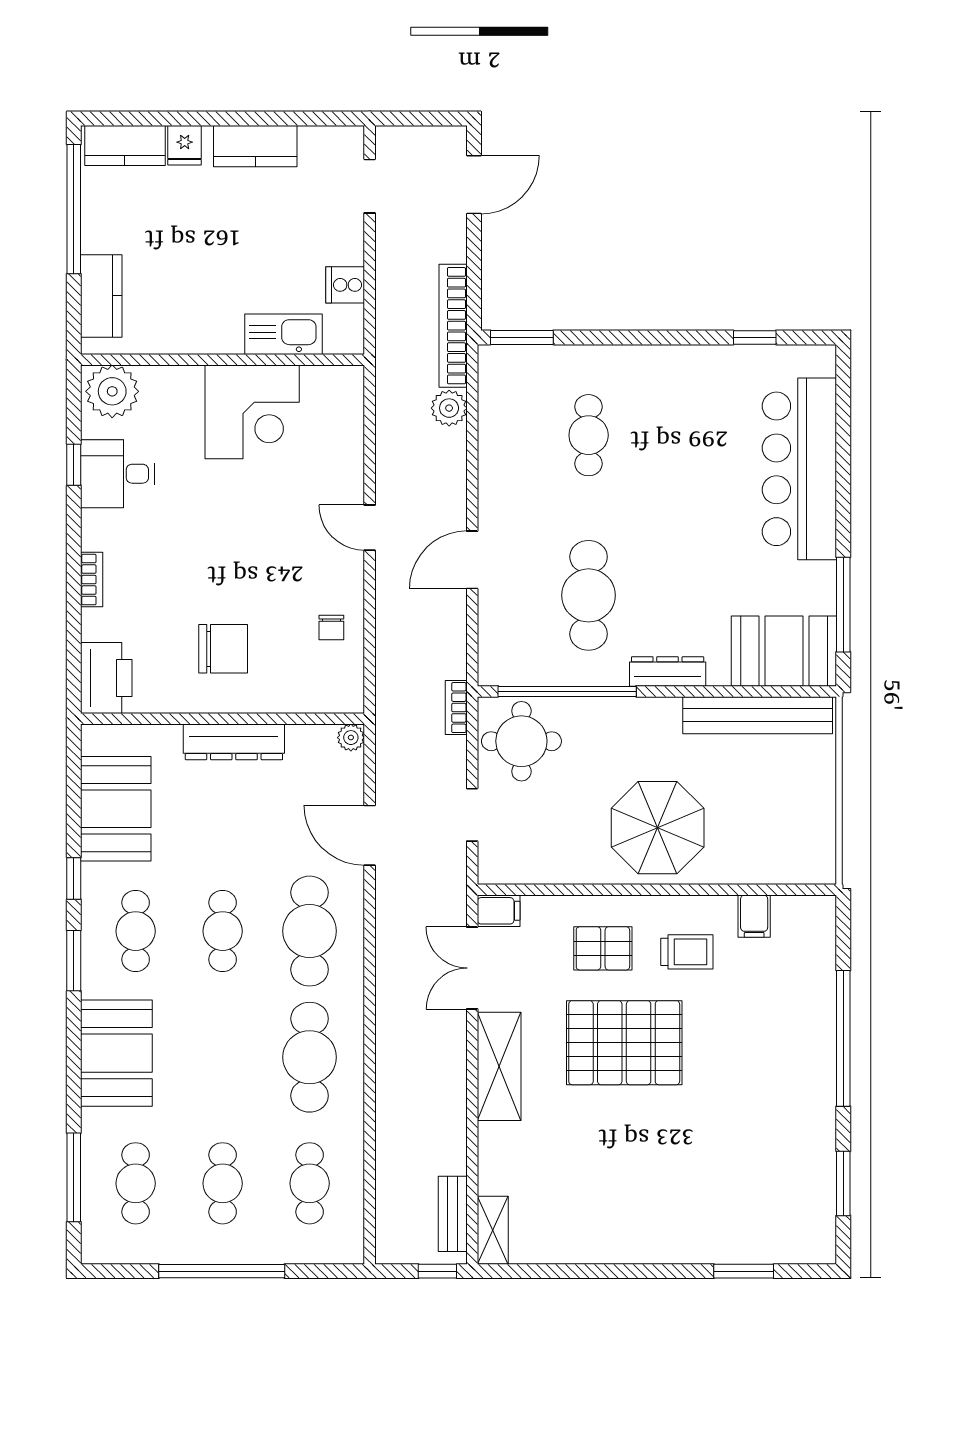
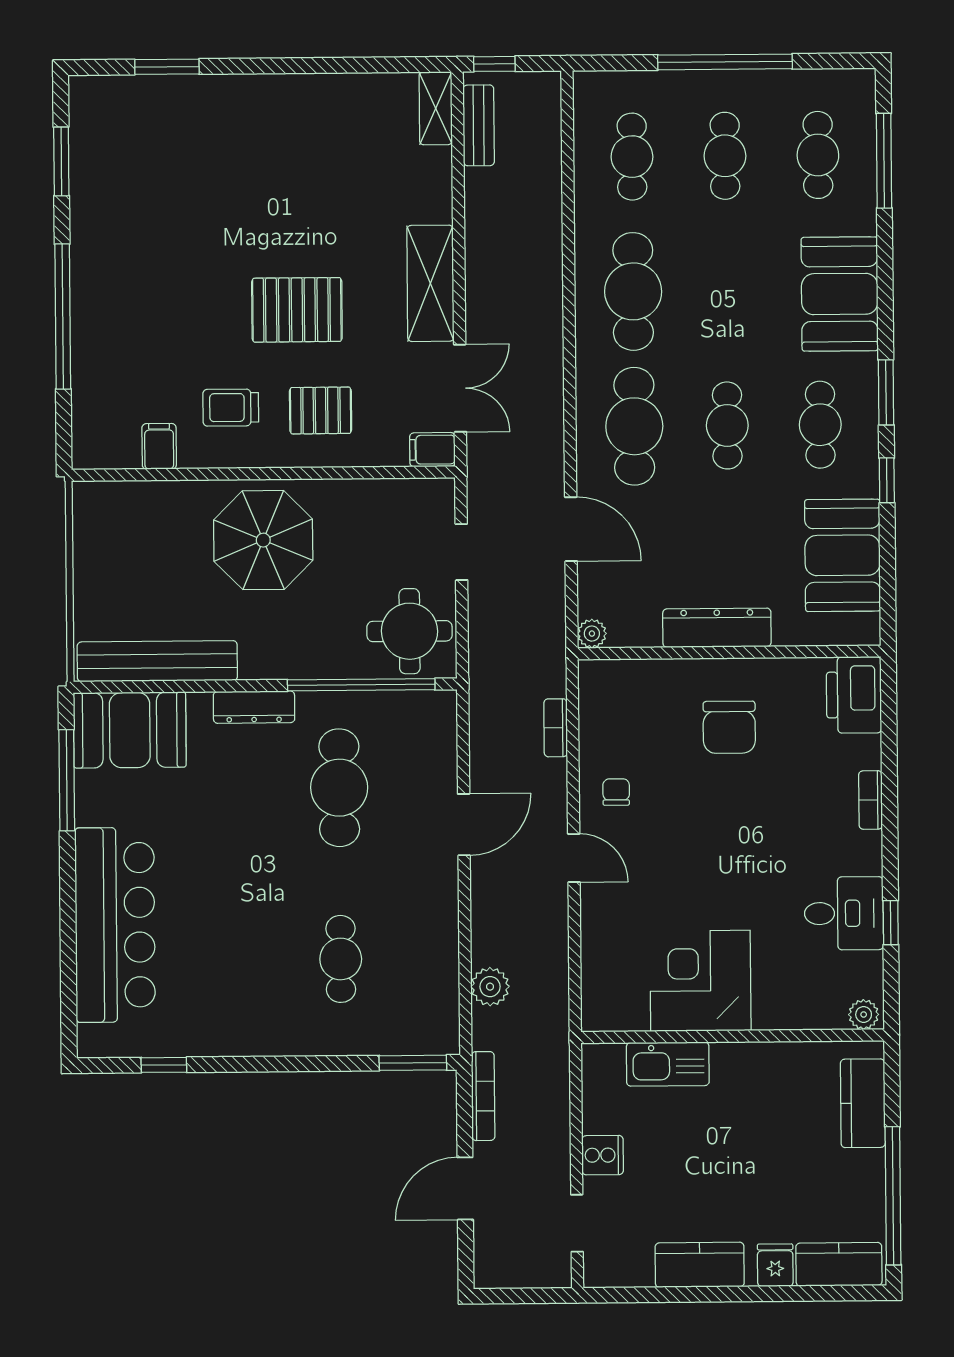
door: (474, 185) -> (465, 1188), moved
cooker: (345, 285) -> (603, 1155), moved
bookcase: (453, 326) -> (483, 1096), width x0.68, depth x0.76
plant: (112, 391) -> (864, 1015), width x0.53, depth x0.53
chair: (331, 628) -> (616, 792), moved
chair: (223, 649) -> (729, 727), turned -90
bookcase: (456, 708) -> (556, 728), moved, turned 180
pallet: (624, 1043) -> (297, 310), width x0.73, depth x0.71

